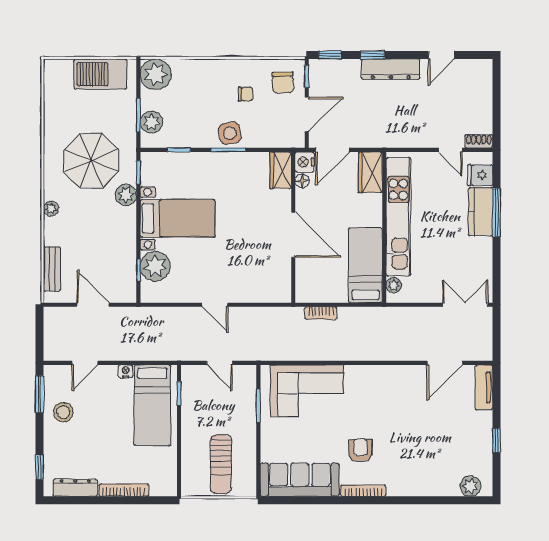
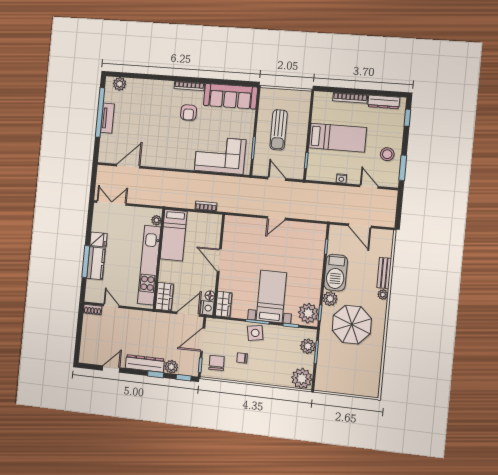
plant: (350, 69) -> (171, 367), added
barbecue: (100, 74) -> (336, 273), moved, turned 90
fridge: (480, 175) -> (98, 239), moved
bed with nightstands: (178, 218) -> (271, 296), moved, turned 90
door: (293, 235) -> (219, 260), width x0.73
plant: (155, 266) -> (308, 313), moved
bench: (52, 269) -> (384, 273), moved
door: (215, 305) -> (276, 218), swing flipped
double door: (465, 305) -> (111, 203), swing flipped
door: (85, 363) -> (369, 187), hinge flipped
tv unit: (484, 387) -> (108, 118), moved
bed: (152, 405) -> (338, 138), moved, turned 90
window: (497, 441) -> (100, 112), width x3.17
sun lounger: (221, 464) -> (279, 130), moved, turned 180

